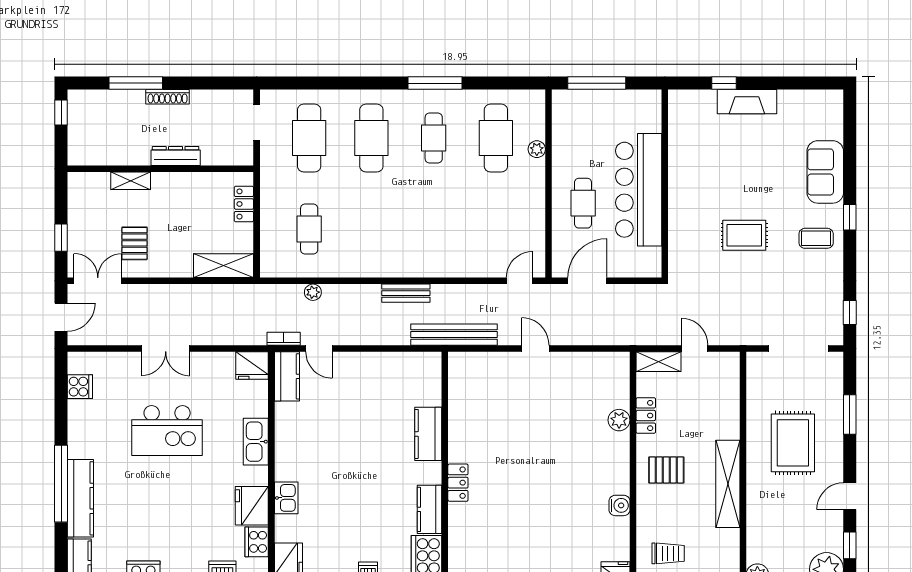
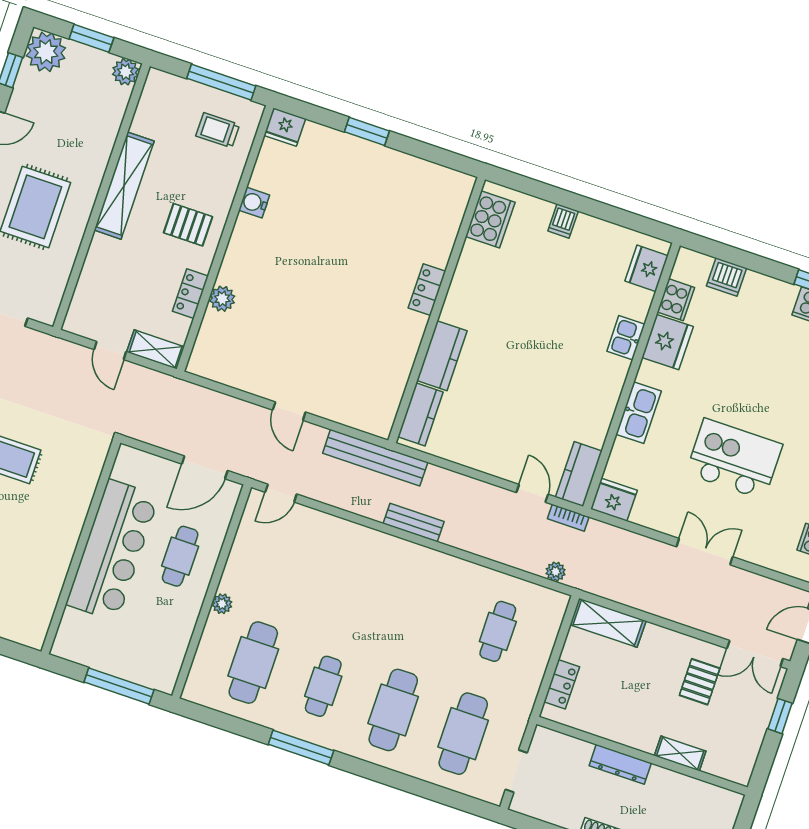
plant: (537, 149) -> (222, 604), moved
plant: (313, 292) -> (556, 572), moved
kitchen counter: (430, 509) -> (420, 414), moved

